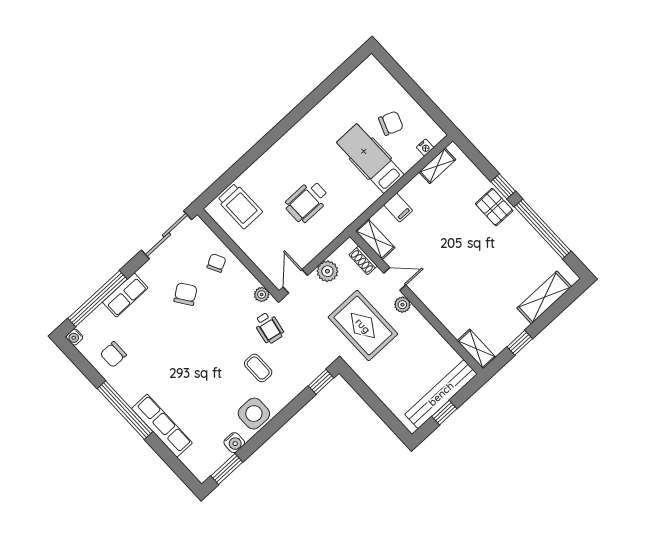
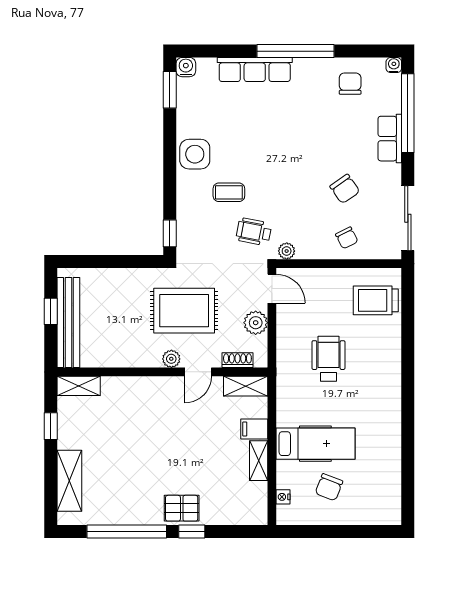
shelving: (437, 166) -> (259, 461), moved
water cooler: (234, 443) -> (186, 67), moved, turned 90

